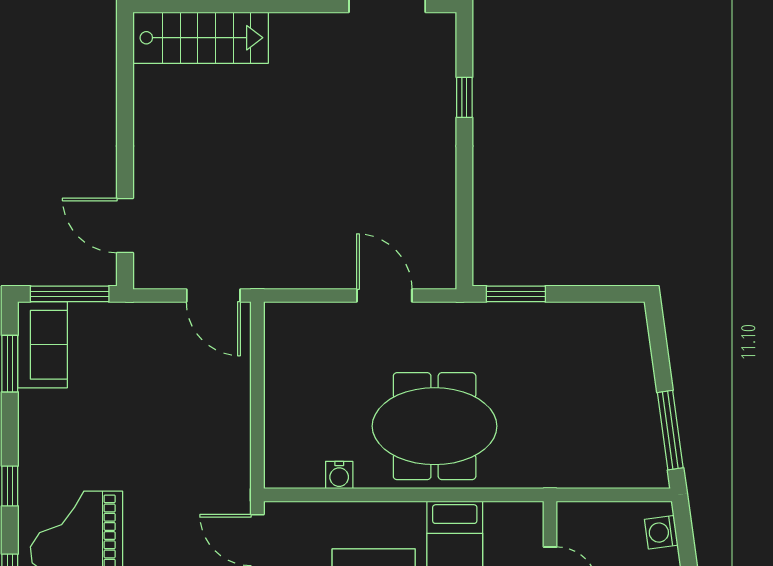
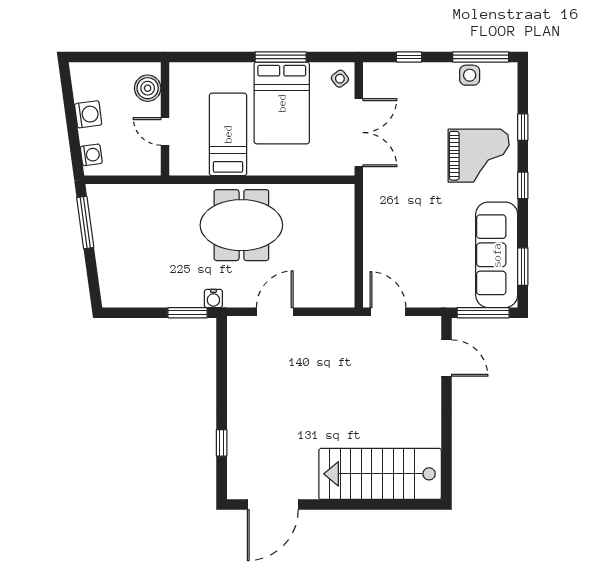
stairs: (201, 38) -> (380, 474), width x1.36, depth x1.51
door: (384, 296) -> (275, 312), swing flipped
sofa: (42, 345) -> (497, 255), width x1.85, depth x1.27
water cooler: (339, 475) -> (213, 299), moved, turned 180

